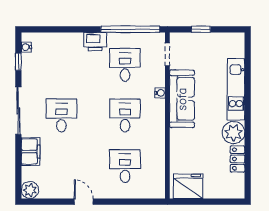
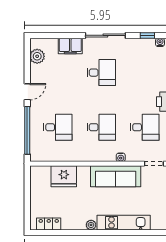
plant: (233, 133) -> (91, 225), width x0.53, depth x0.53
locker: (238, 159) -> (49, 224), moved
fridge: (188, 186) -> (64, 176), moved, turned 90
plant: (30, 190) -> (37, 56), moved
window: (129, 202) -> (27, 130), added

